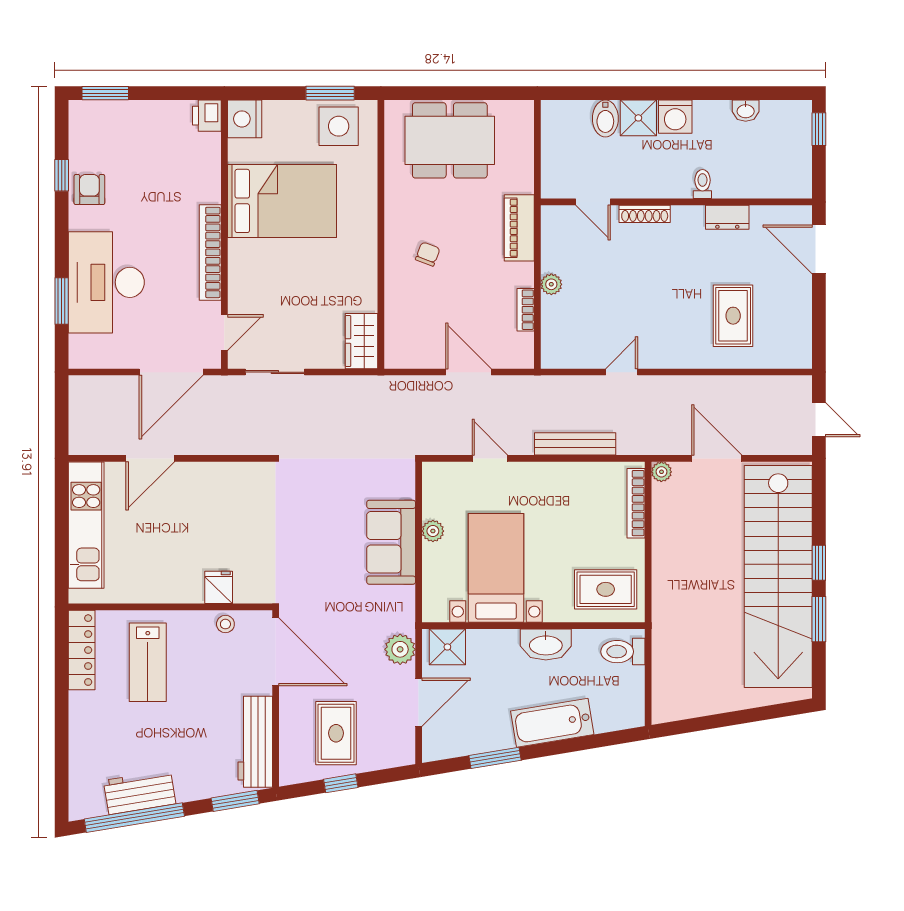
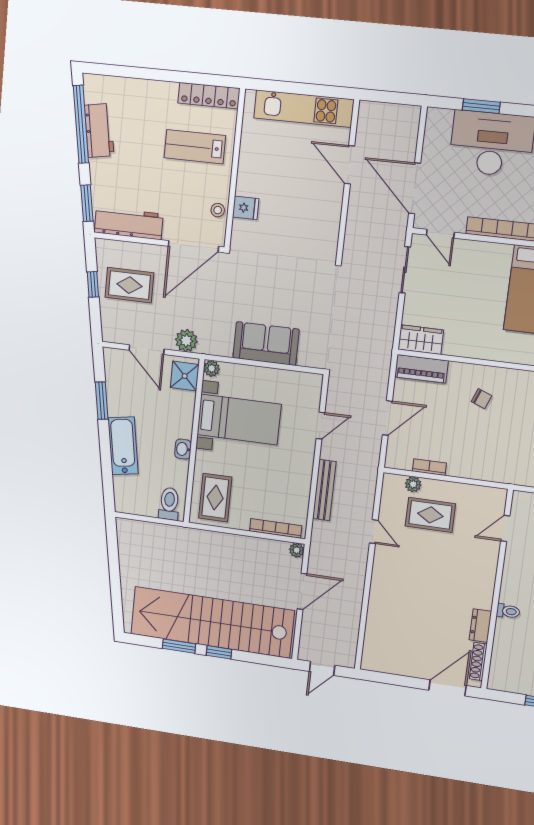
shoe rack: (645, 214) -> (478, 662), moved
piano: (519, 228) -> (421, 369), moved, turned 180
plant: (551, 284) -> (413, 484), moved
rug: (733, 316) -> (430, 515), moved
plant: (433, 531) -> (212, 368), moved
washbasin: (546, 645) -> (183, 449), width x0.52, depth x0.69

